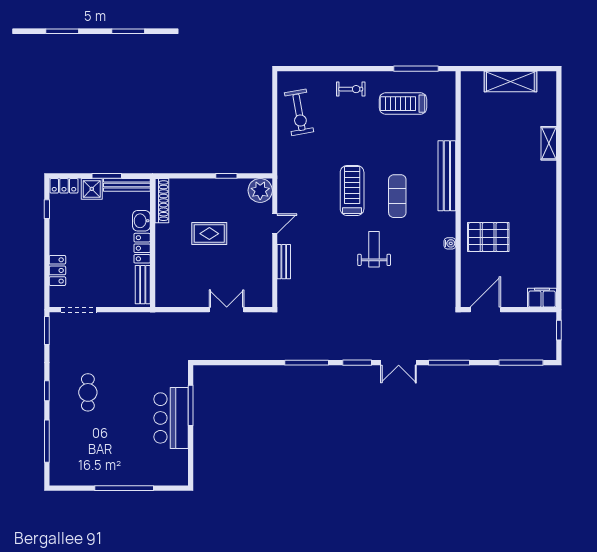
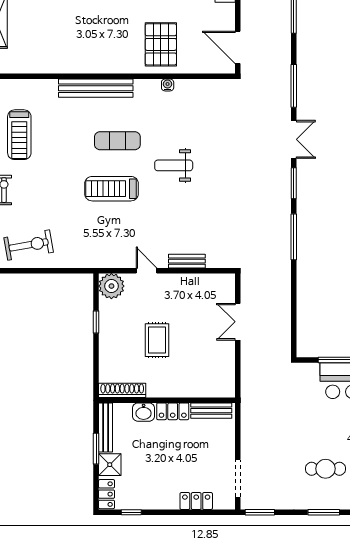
window: (47, 391) -> (324, 512), width x1.50

